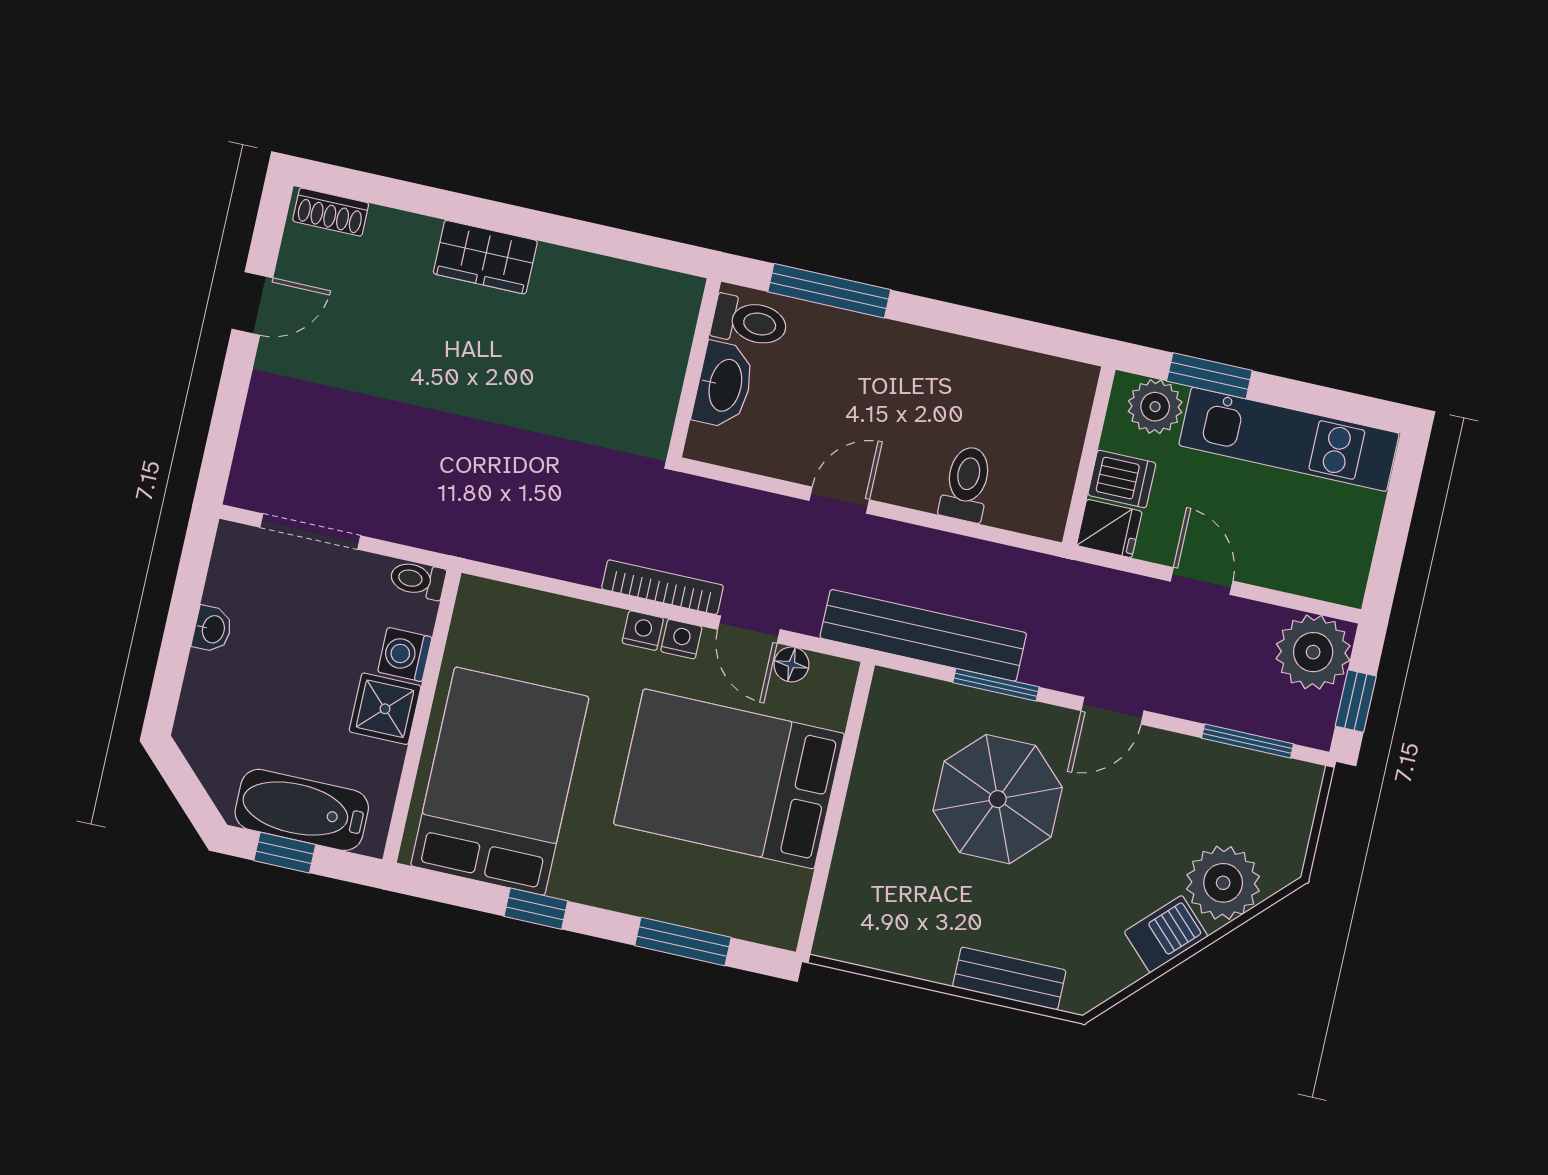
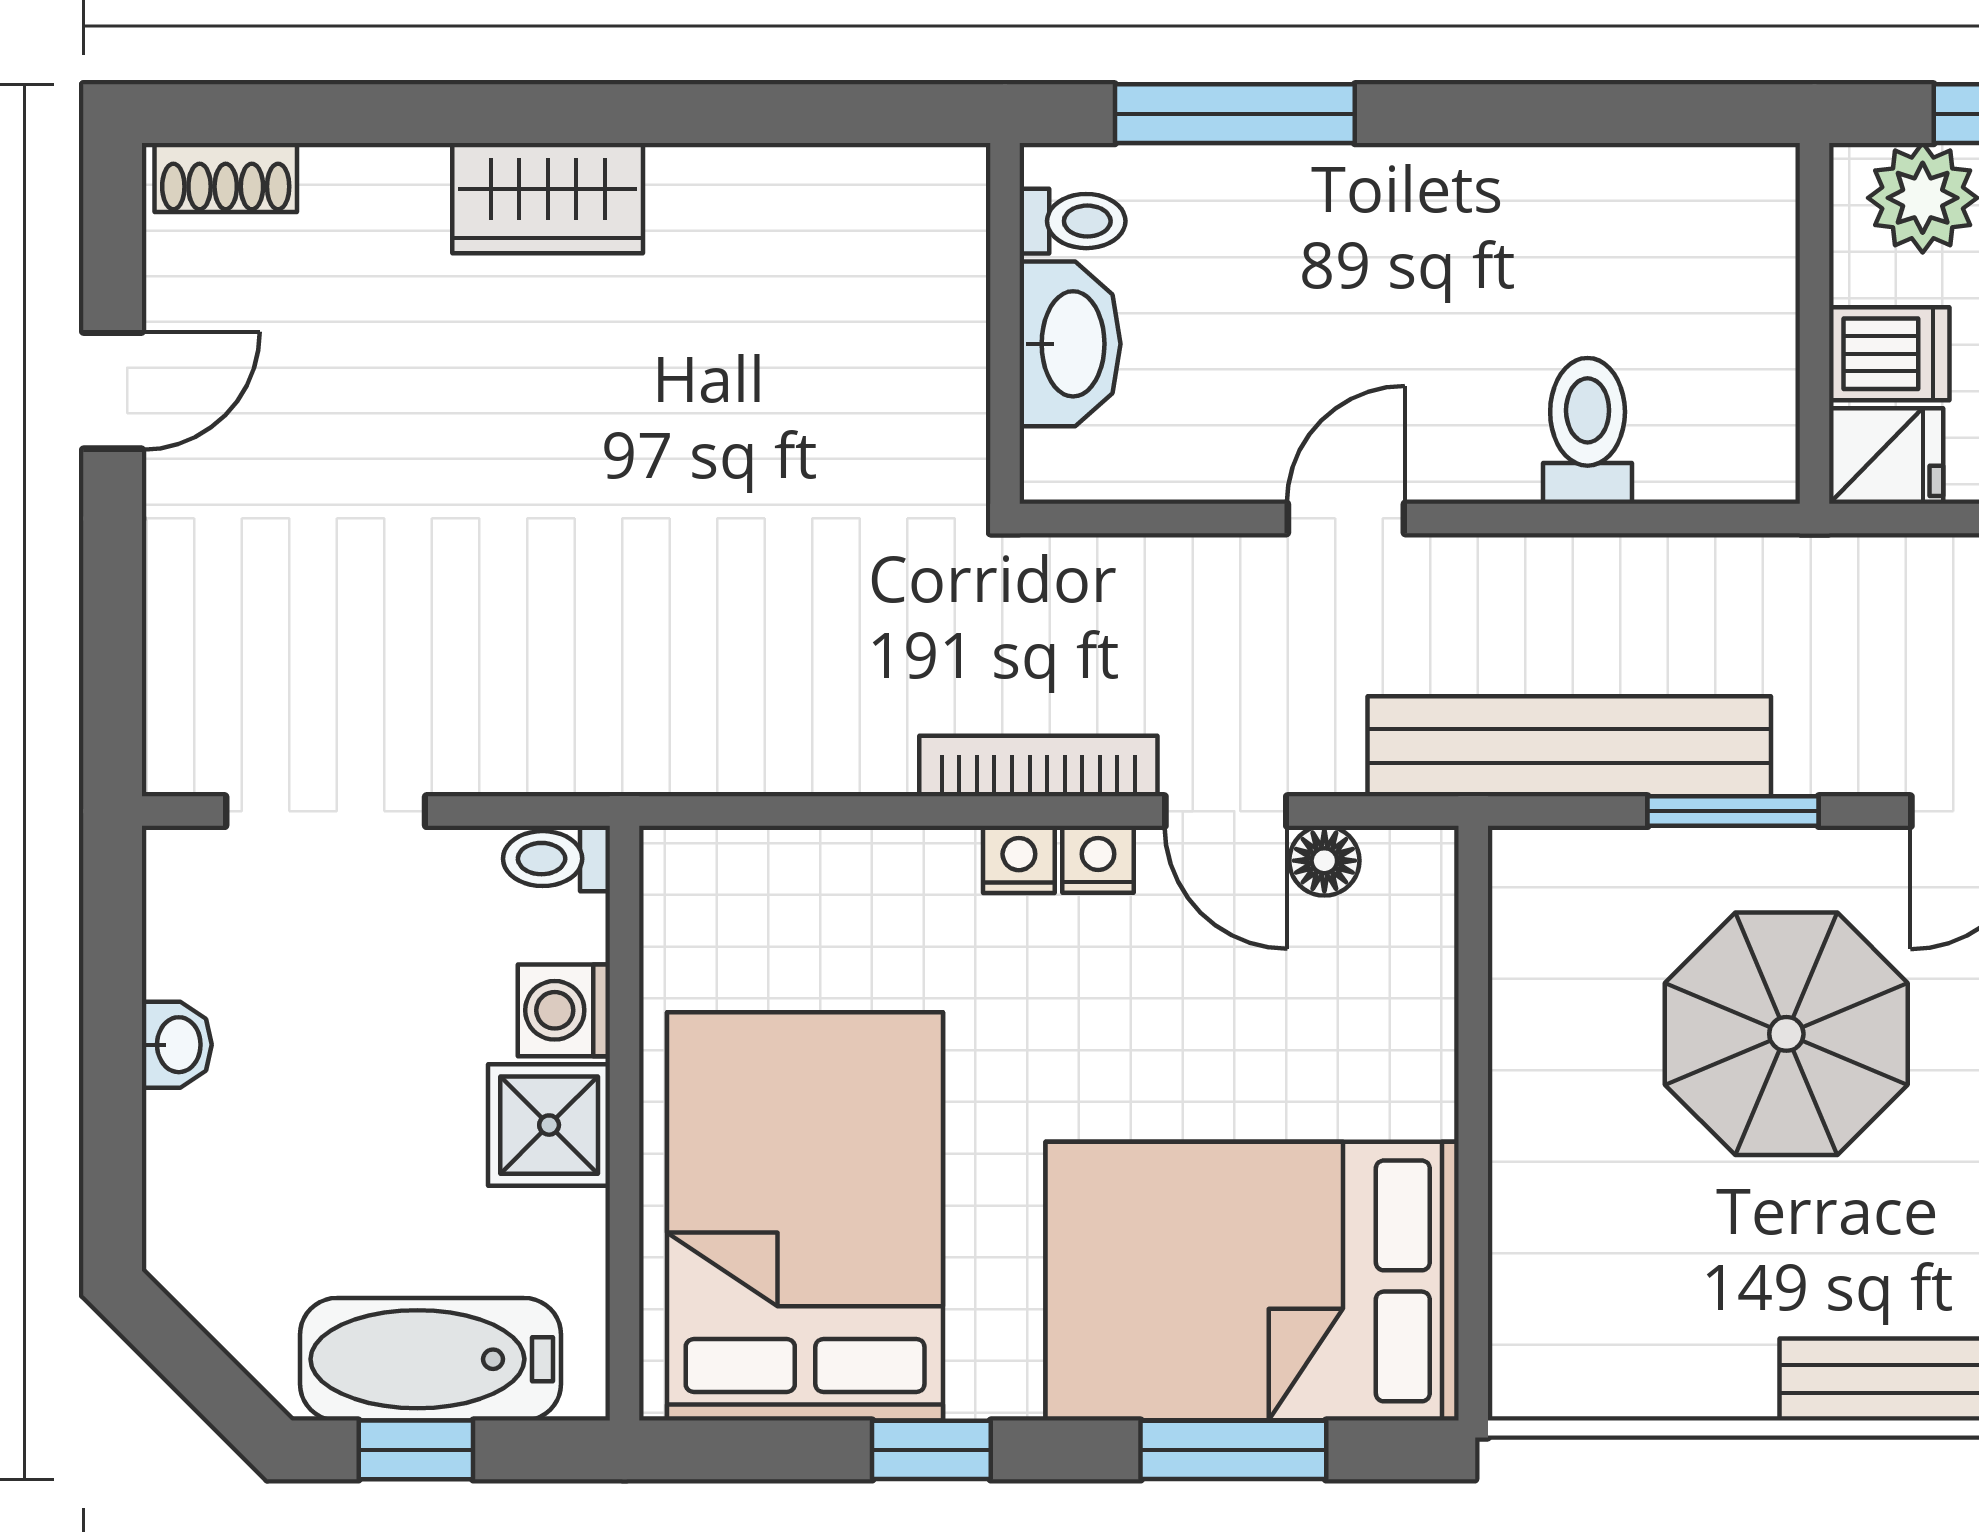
toilet: (750, 322) -> (1072, 221), width x0.73, depth x0.72
bed: (729, 779) -> (1252, 1281), moved

